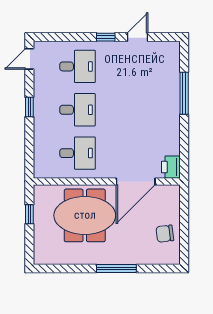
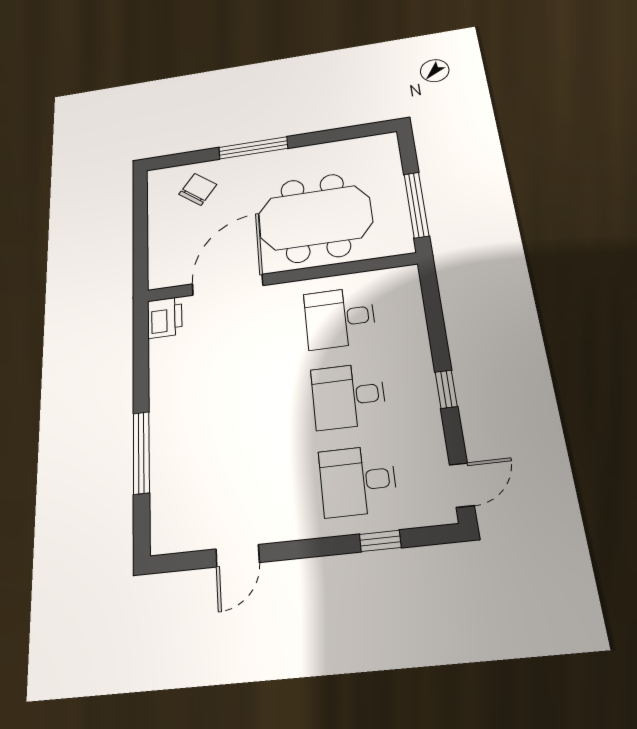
window: (106, 37) -> (380, 541), moved
window: (29, 214) -> (416, 205), width x2.17
chair: (165, 234) -> (198, 189), moved, turned -45

